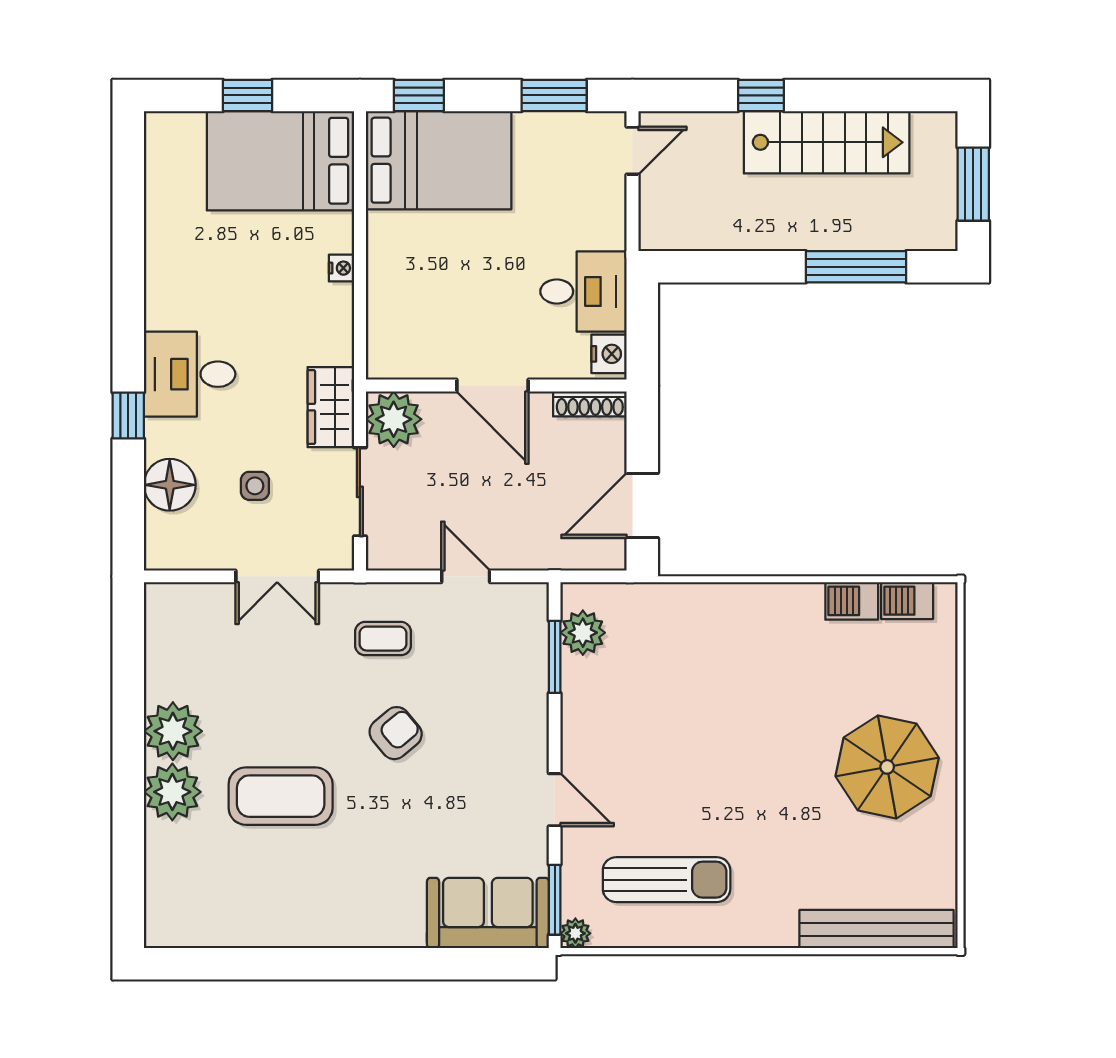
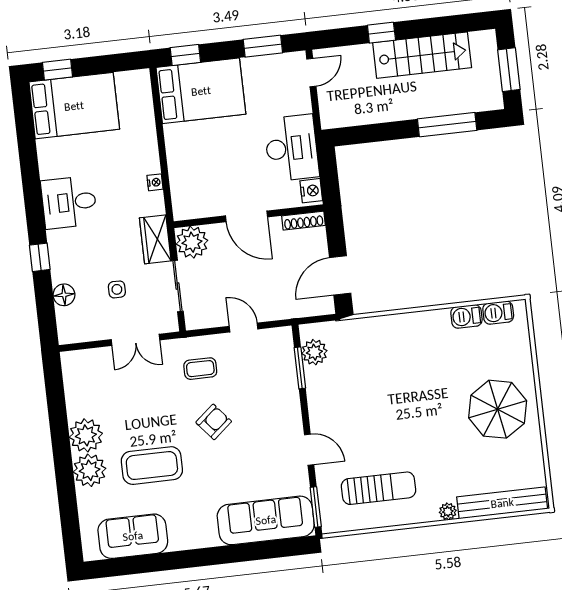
window: (248, 95) -> (58, 70), moved
bed: (280, 161) -> (74, 106), moved, turned 180
nightstand: (341, 268) -> (155, 182), moved
desk: (583, 291) -> (292, 148), width x1.37
desk: (190, 374) -> (69, 202), moved
floor lamp: (170, 485) -> (64, 295), width x0.73, depth x0.73
sofa: (488, 913) -> (266, 520), width x1.36
sofa: (234, 914) -> (133, 536), added
plant: (575, 933) -> (448, 511), moved

